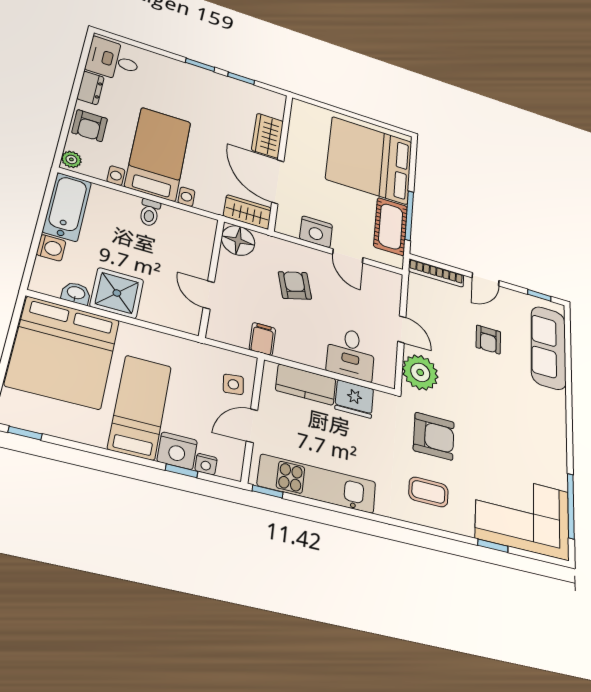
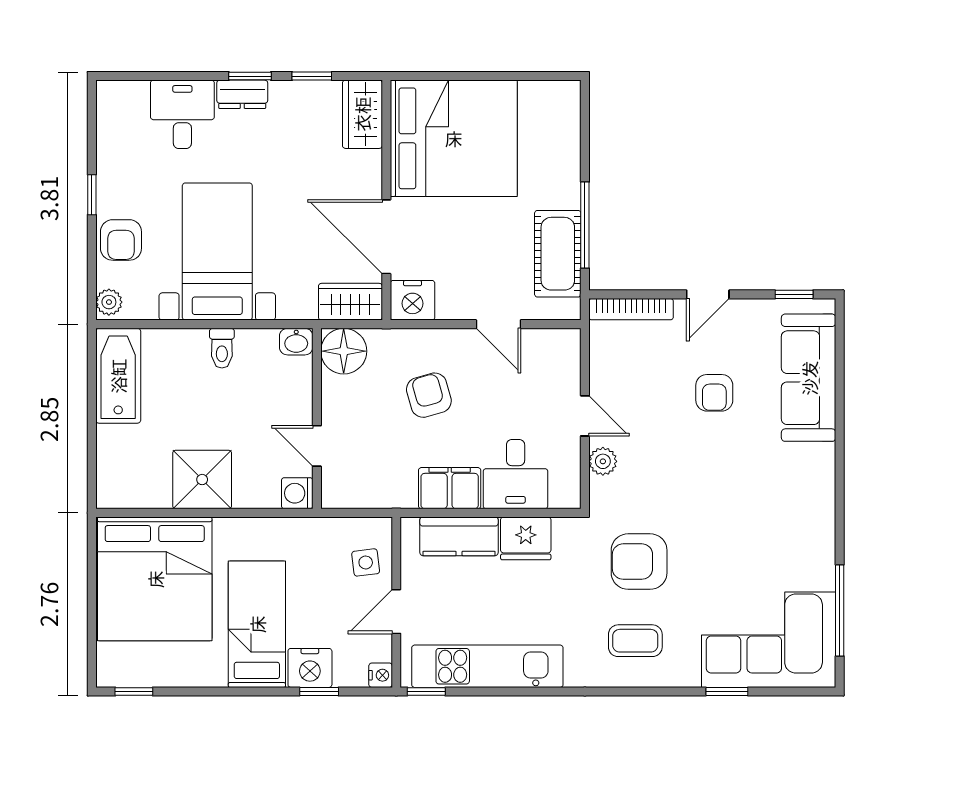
desk: (113, 60) -> (182, 114), moved, turned 90
dresser: (90, 88) -> (242, 94), moved, turned 90
window: (75, 93) -> (92, 195), added
wardrobe: (268, 136) -> (362, 114), moved
bed: (369, 160) -> (454, 138), moved, turned 180
nightstand: (316, 232) -> (413, 300), moved
washing machine: (51, 248) -> (297, 493), moved, turned 180
washbasin: (76, 293) -> (296, 342), moved, turned 180
filing cabinet: (262, 339) -> (450, 488), moved, width x2.00
plant: (420, 372) -> (603, 461), width x0.53, depth x0.53
armchair: (434, 436) -> (639, 562), turned 180
nightstand: (206, 464) -> (381, 675), moved, turned -90

